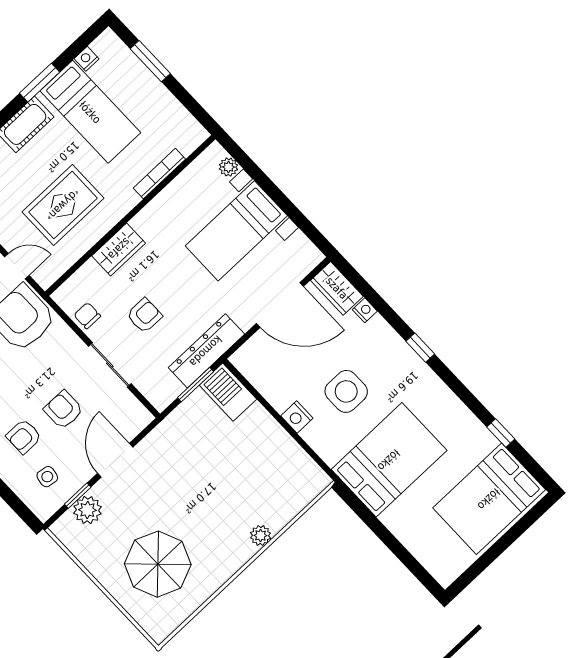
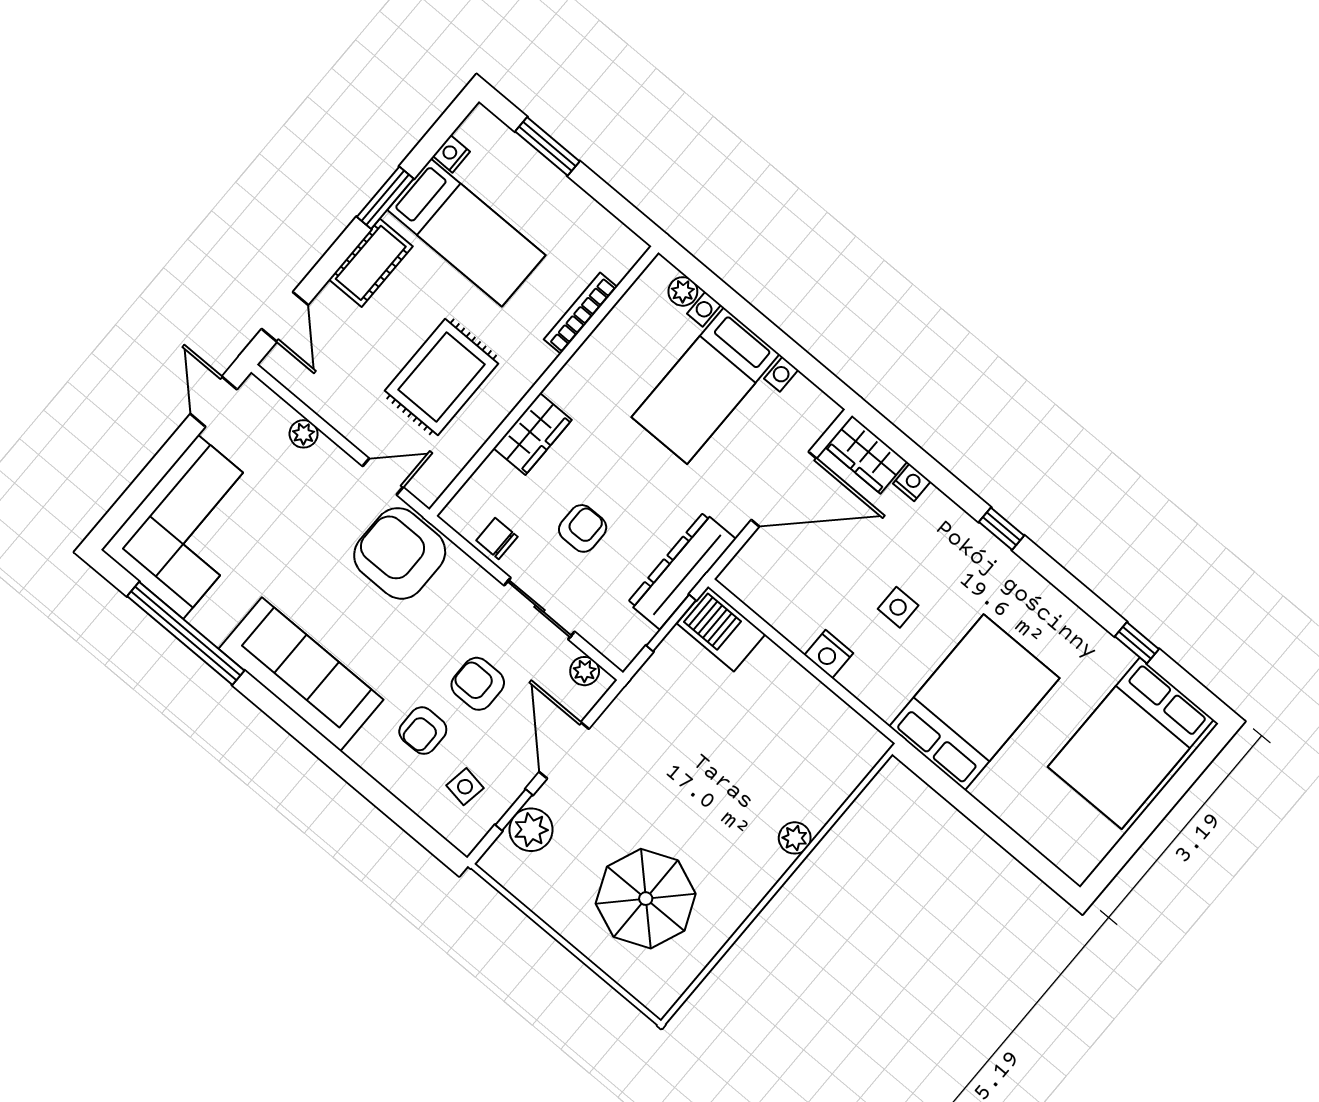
side table: (346, 391) -> (898, 607), width x0.54, depth x0.54
plant: (135, 410) -> (585, 671), added

